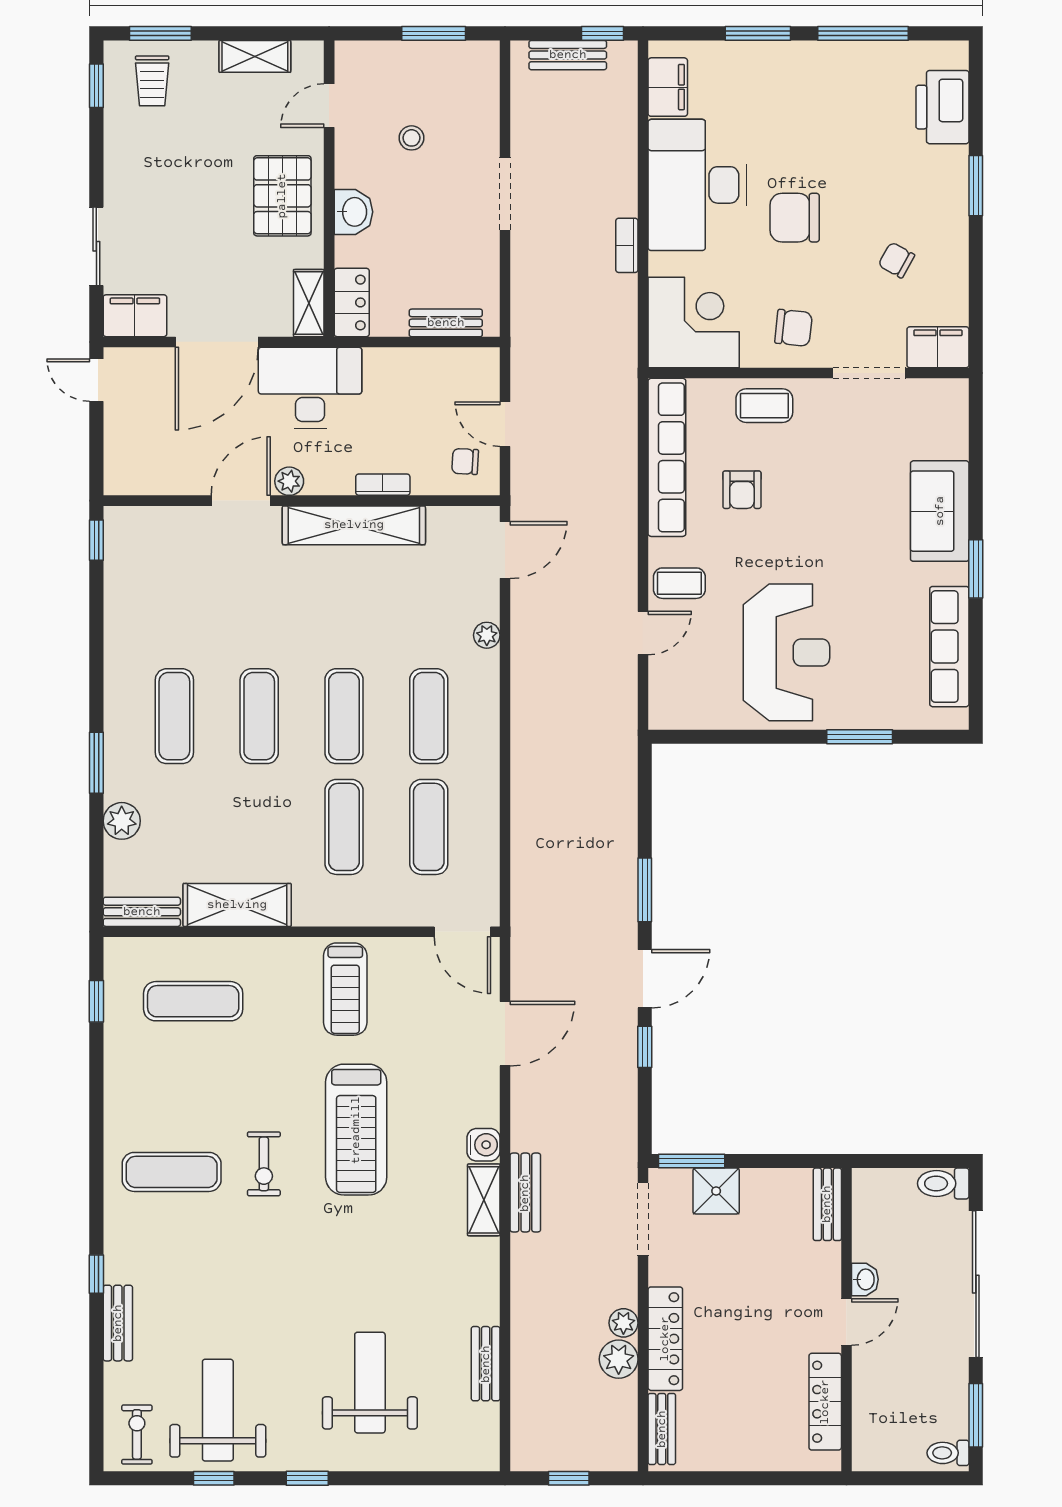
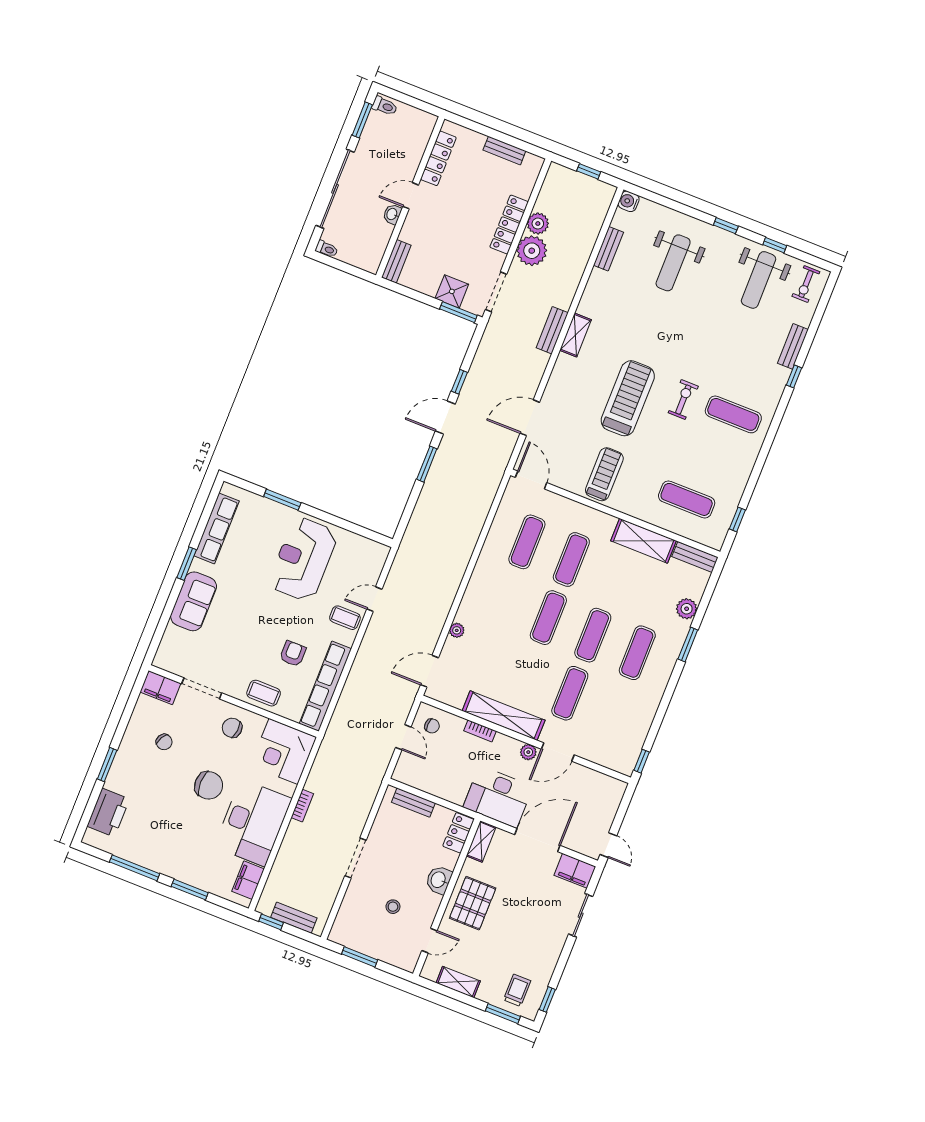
exercise mat: (429, 716) -> (570, 693), moved
water cooler: (483, 1145) -> (629, 201), moved
toilet: (943, 1183) -> (327, 249), width x0.73, depth x0.72
plant: (623, 1323) -> (532, 251), width x1.87, depth x1.87
bench: (662, 1429) -> (504, 150), moved, turned 90

